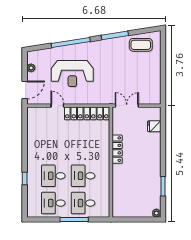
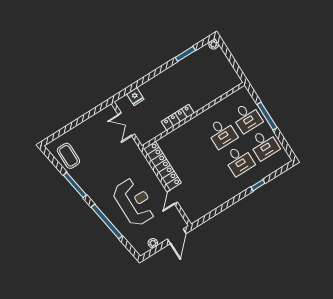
door: (25, 90) -> (177, 236), swing flipped
double door: (127, 106) -> (126, 124), moved

